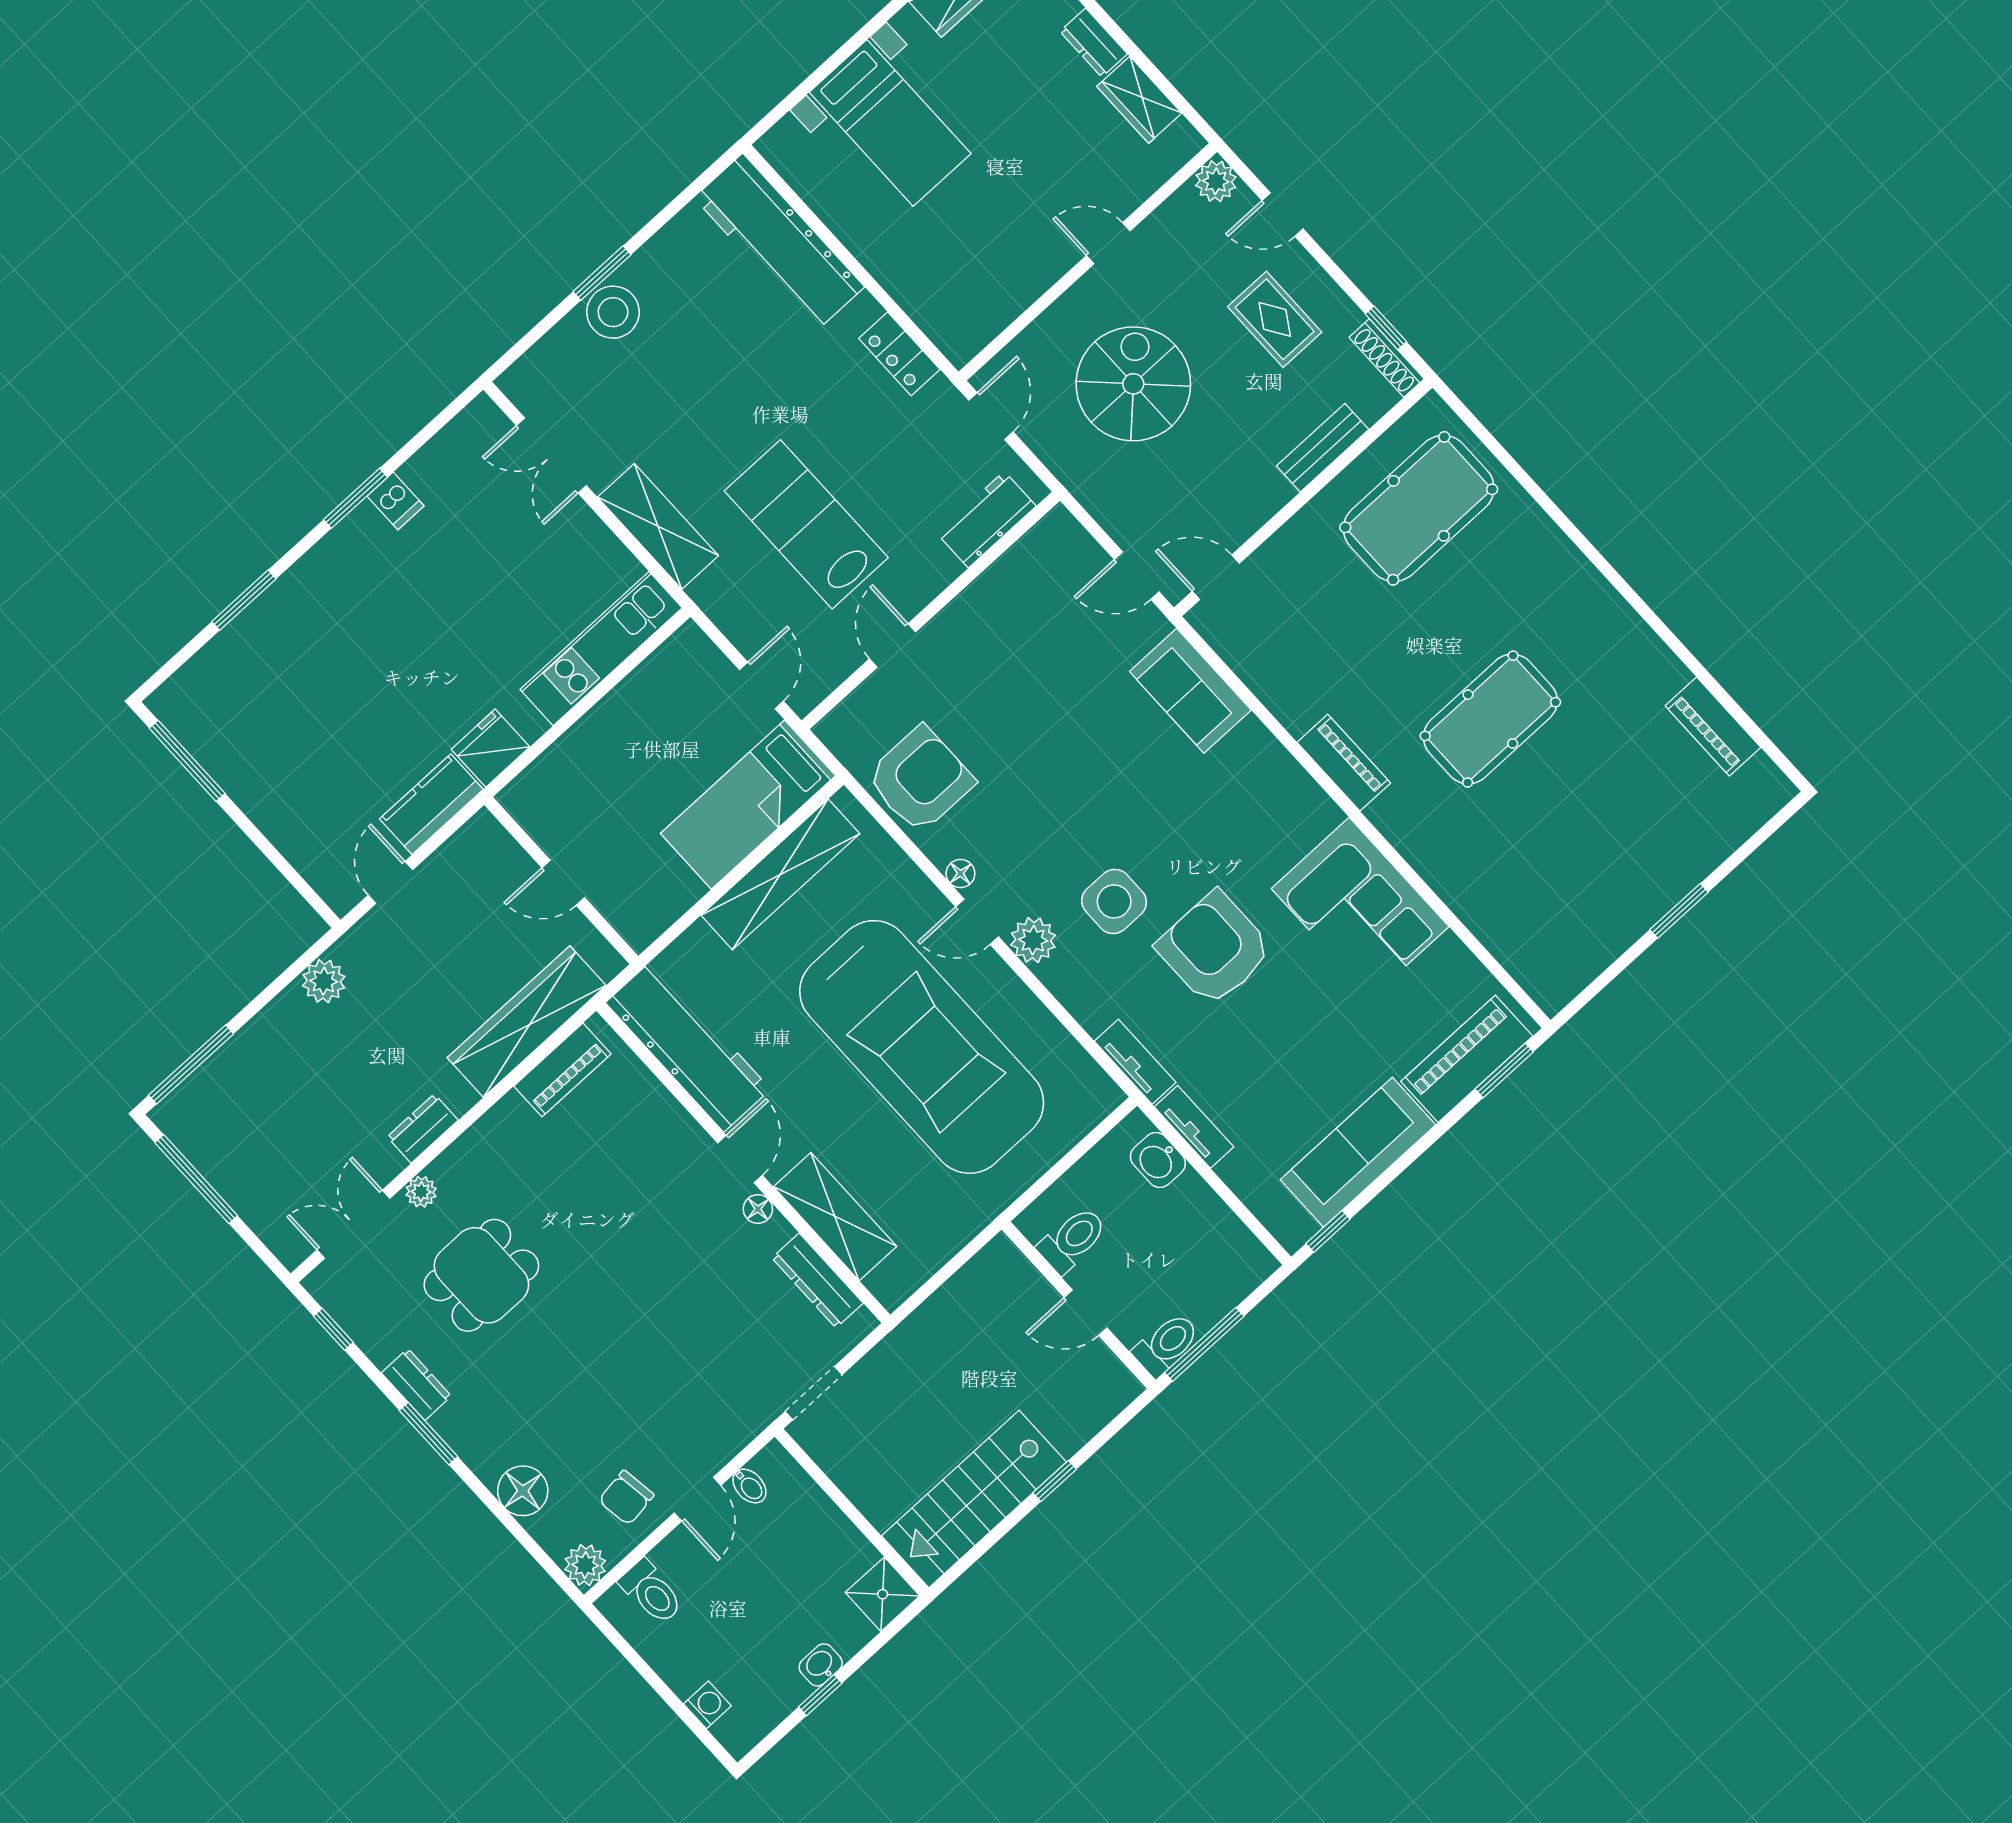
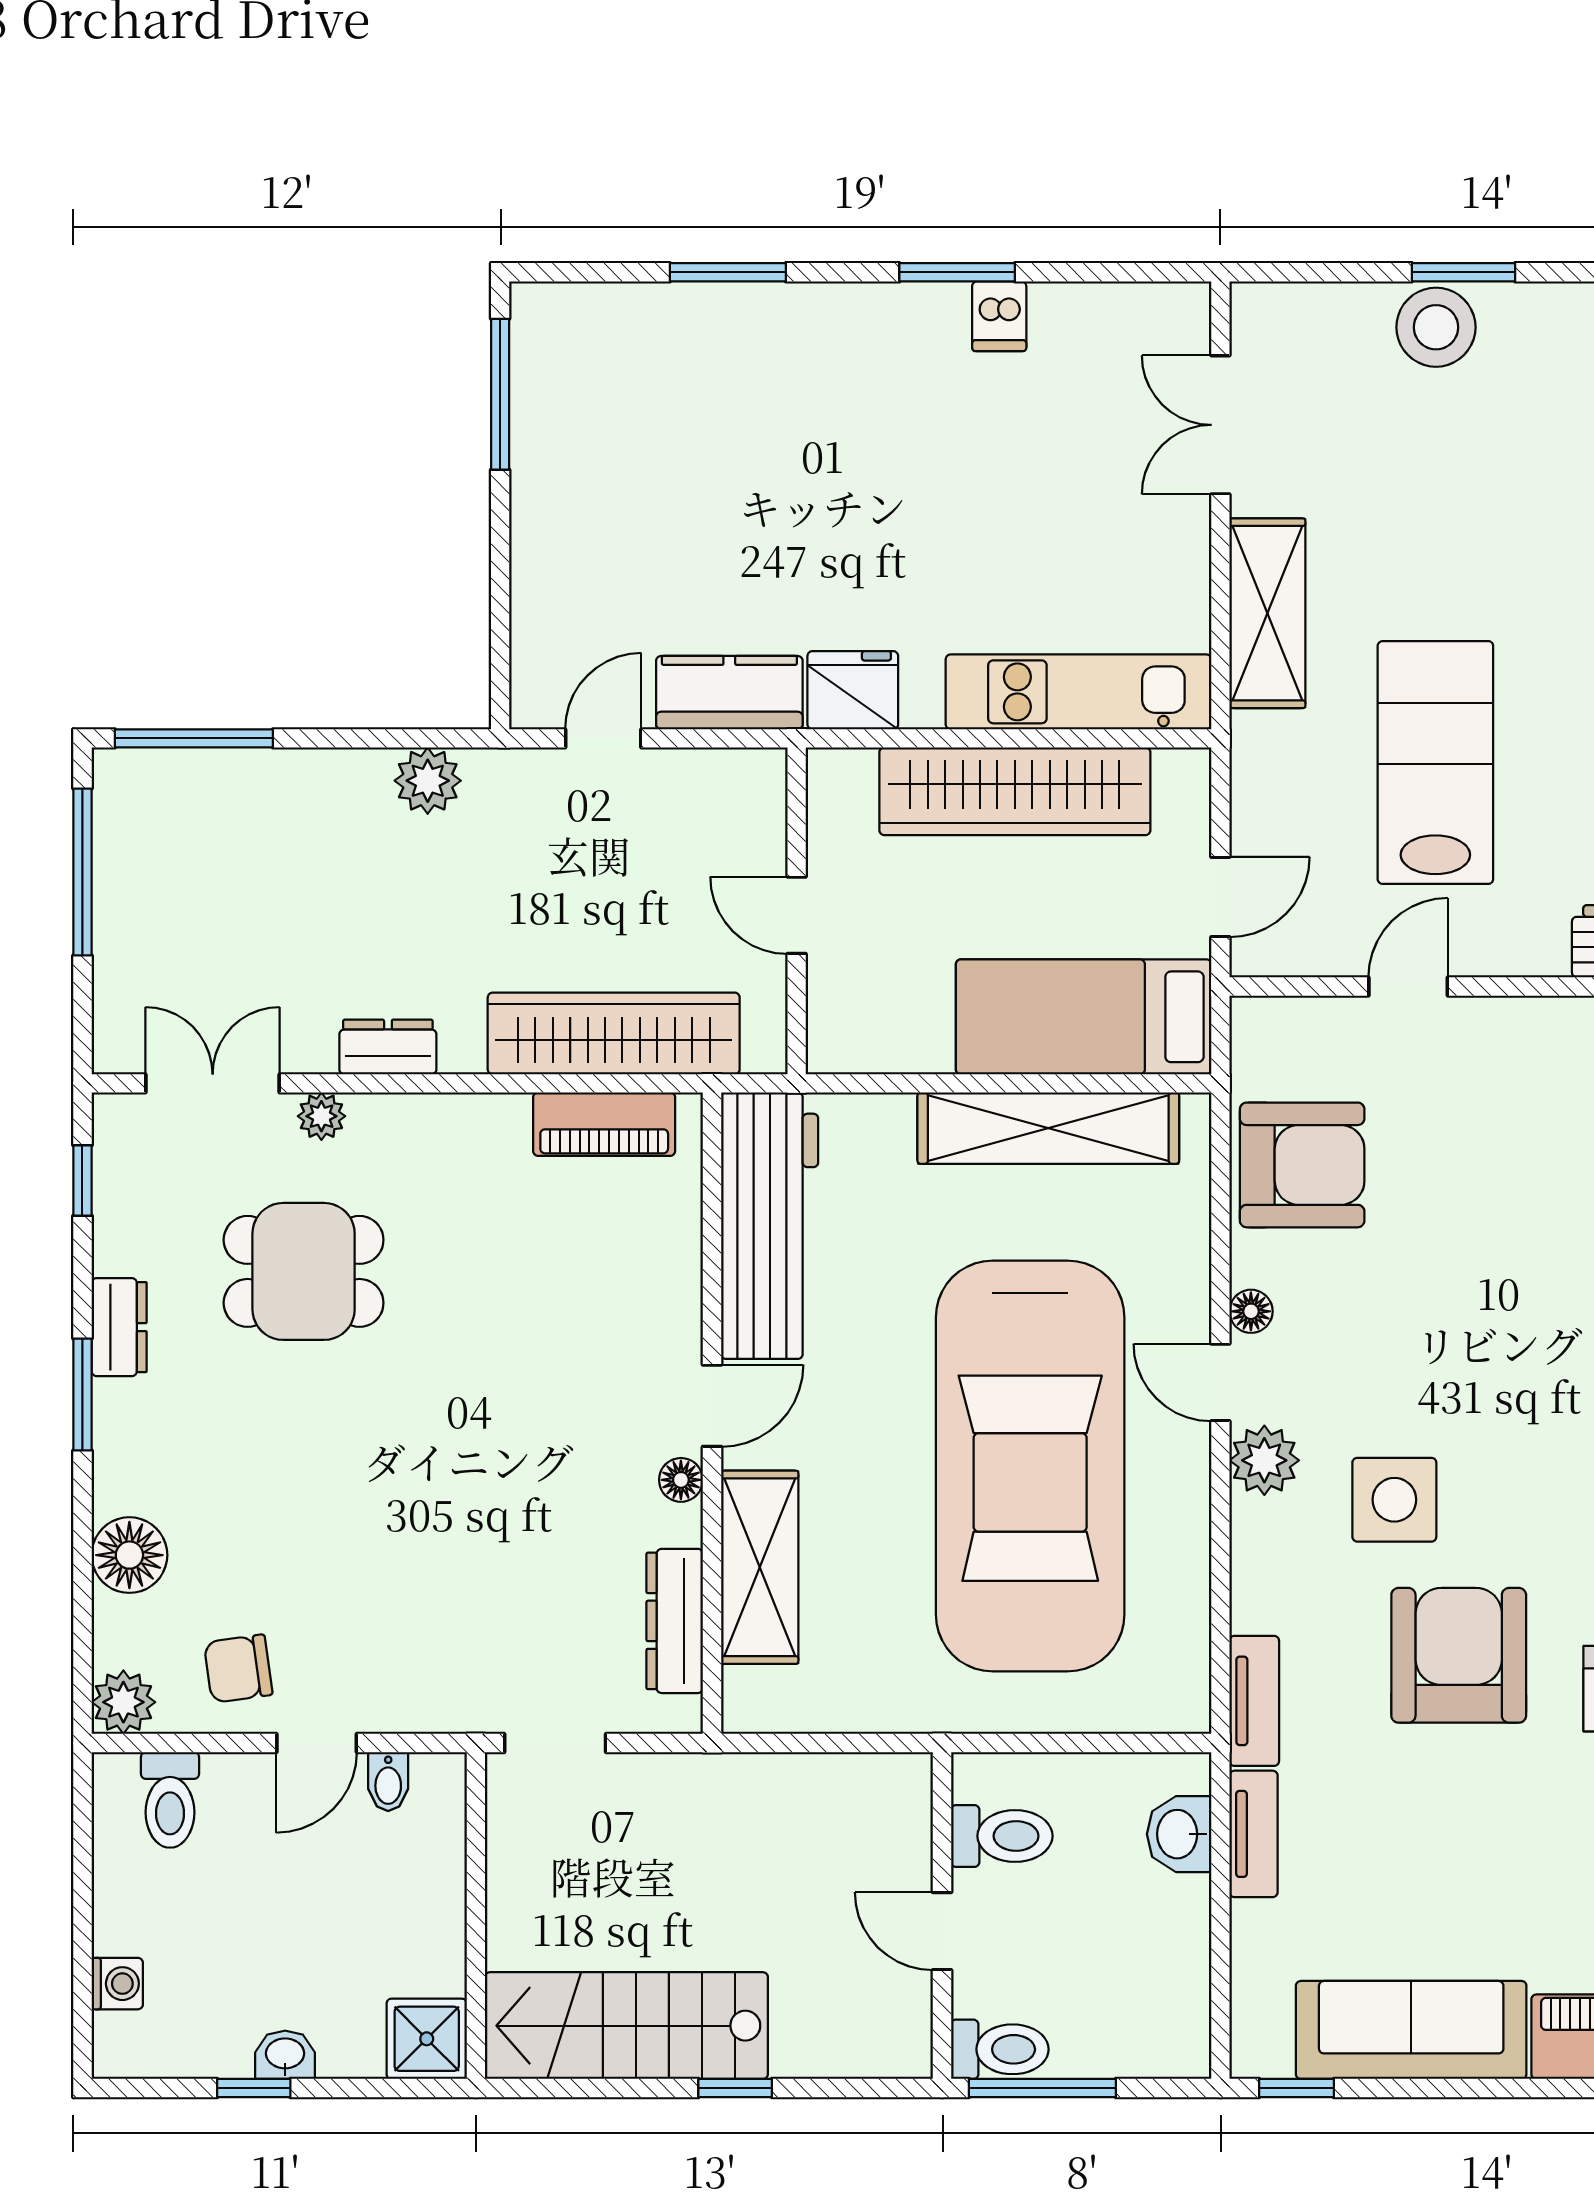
wardrobe: (614, 725) -> (1015, 791), added

